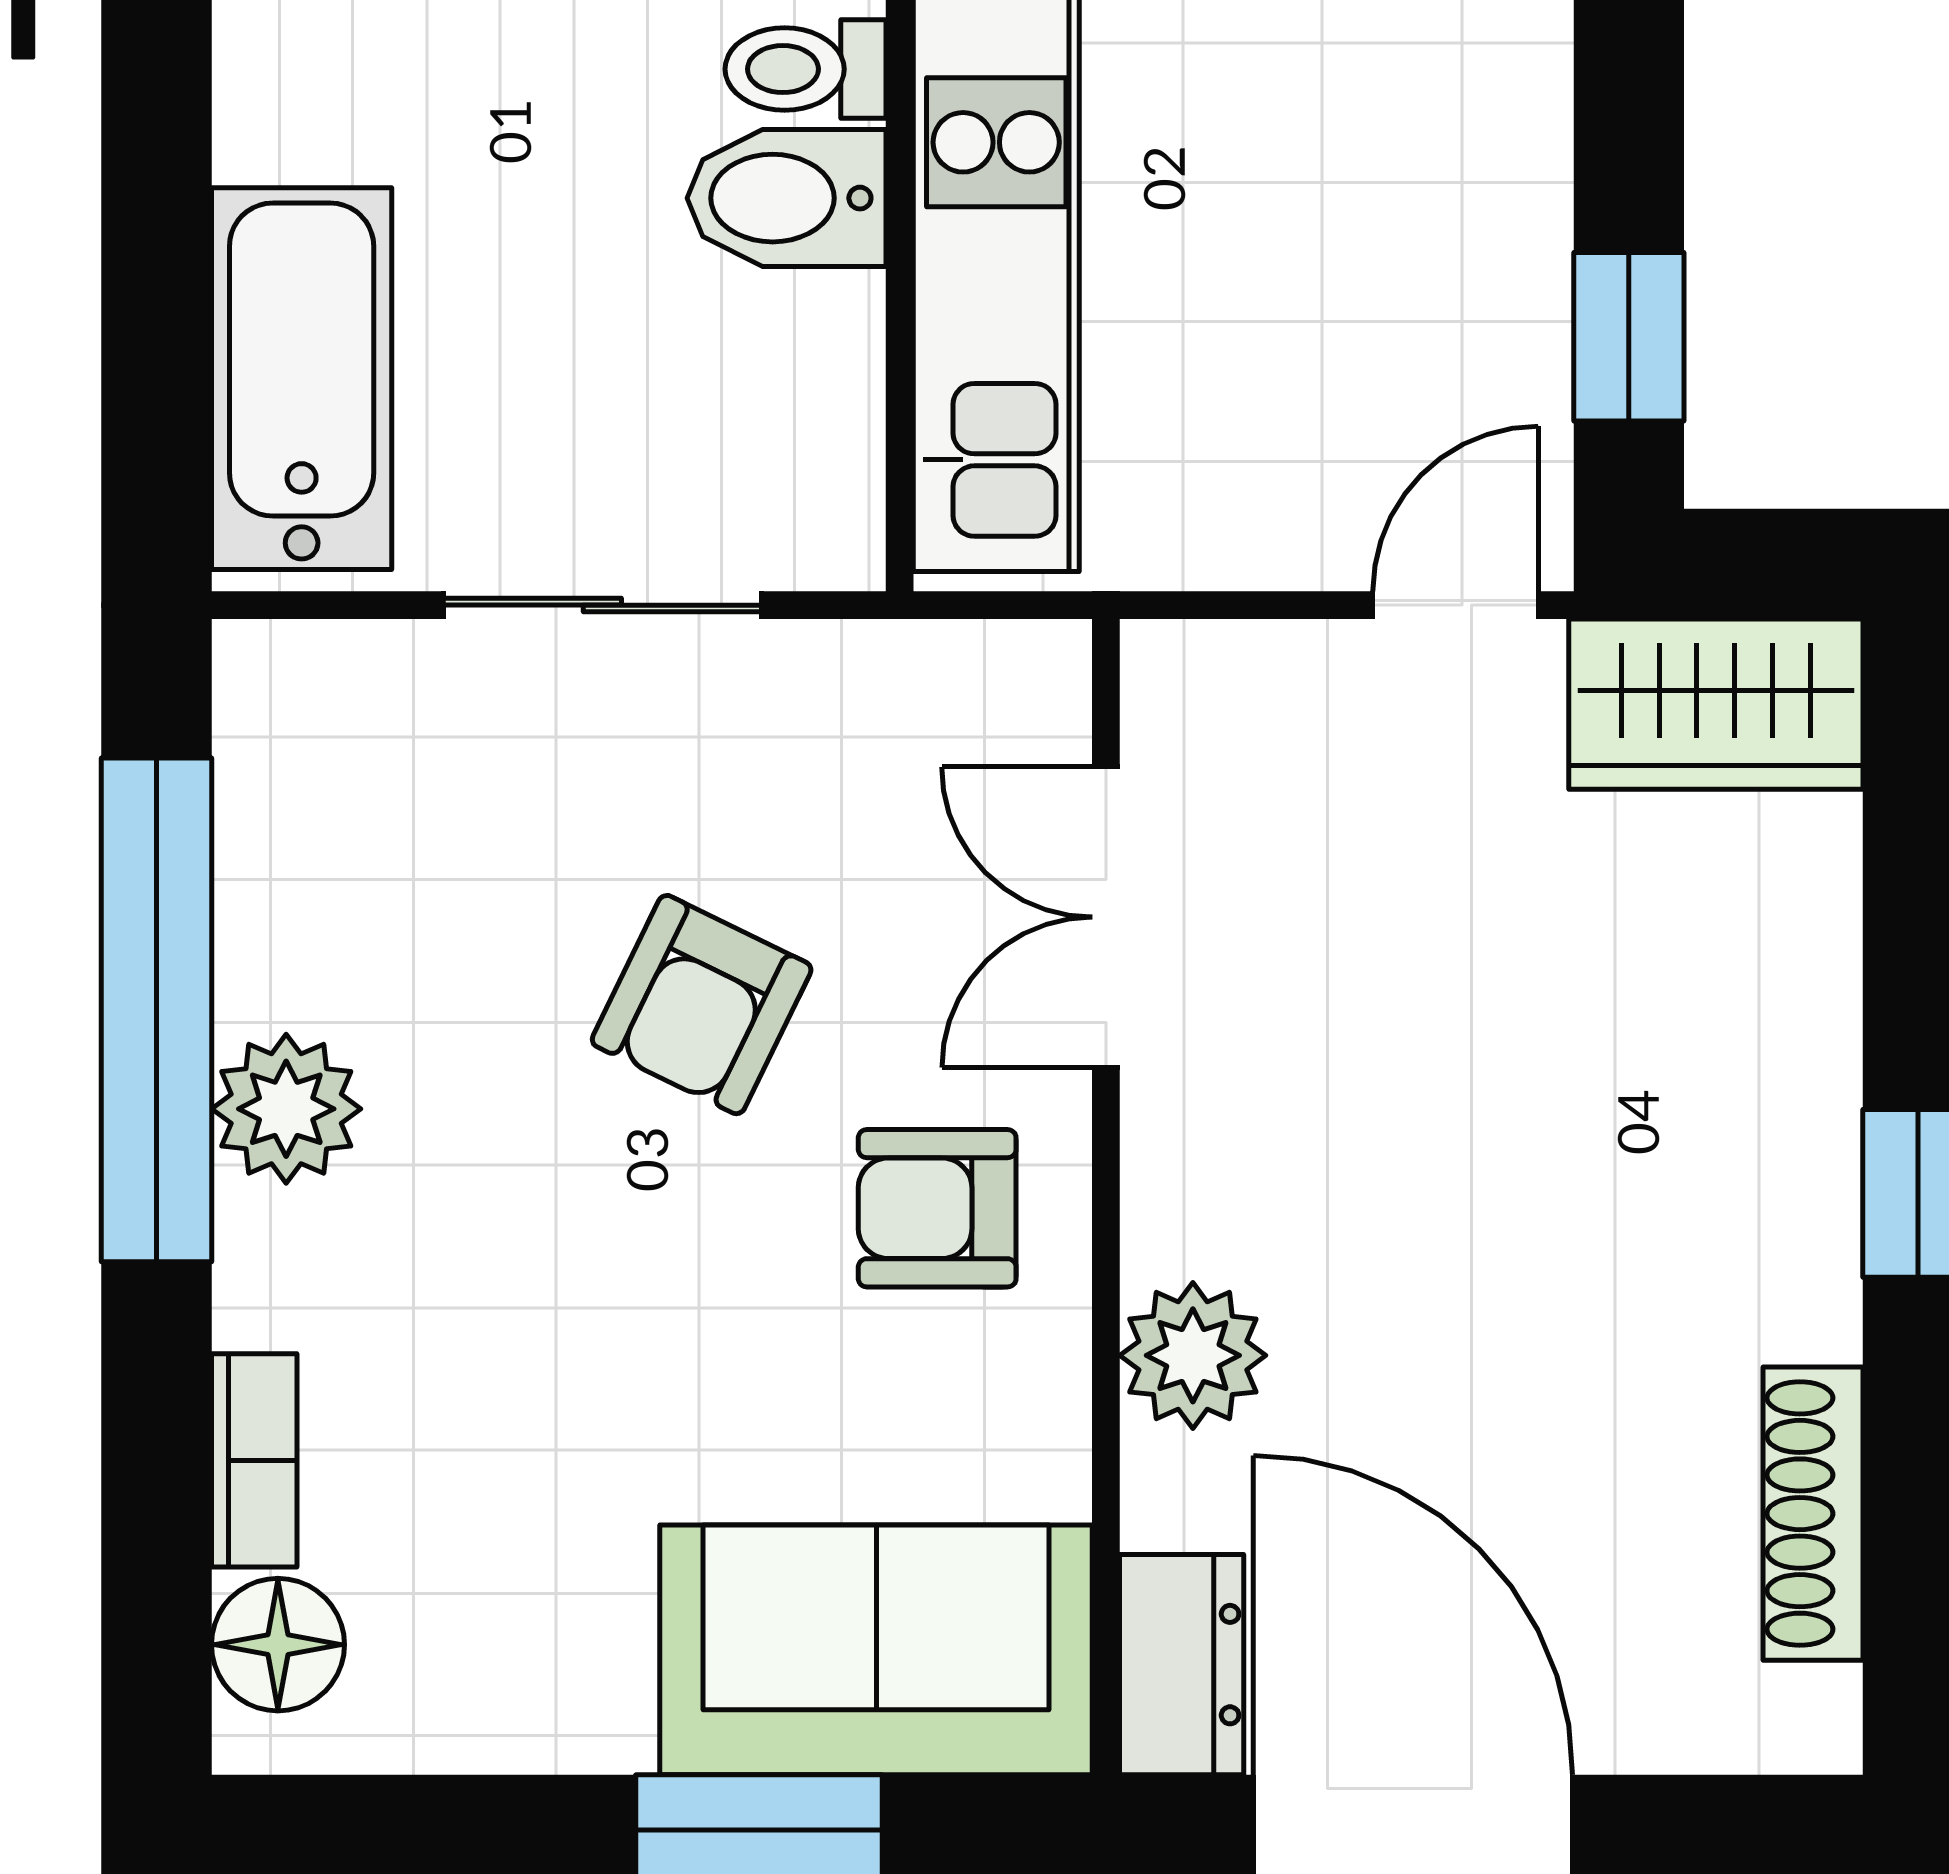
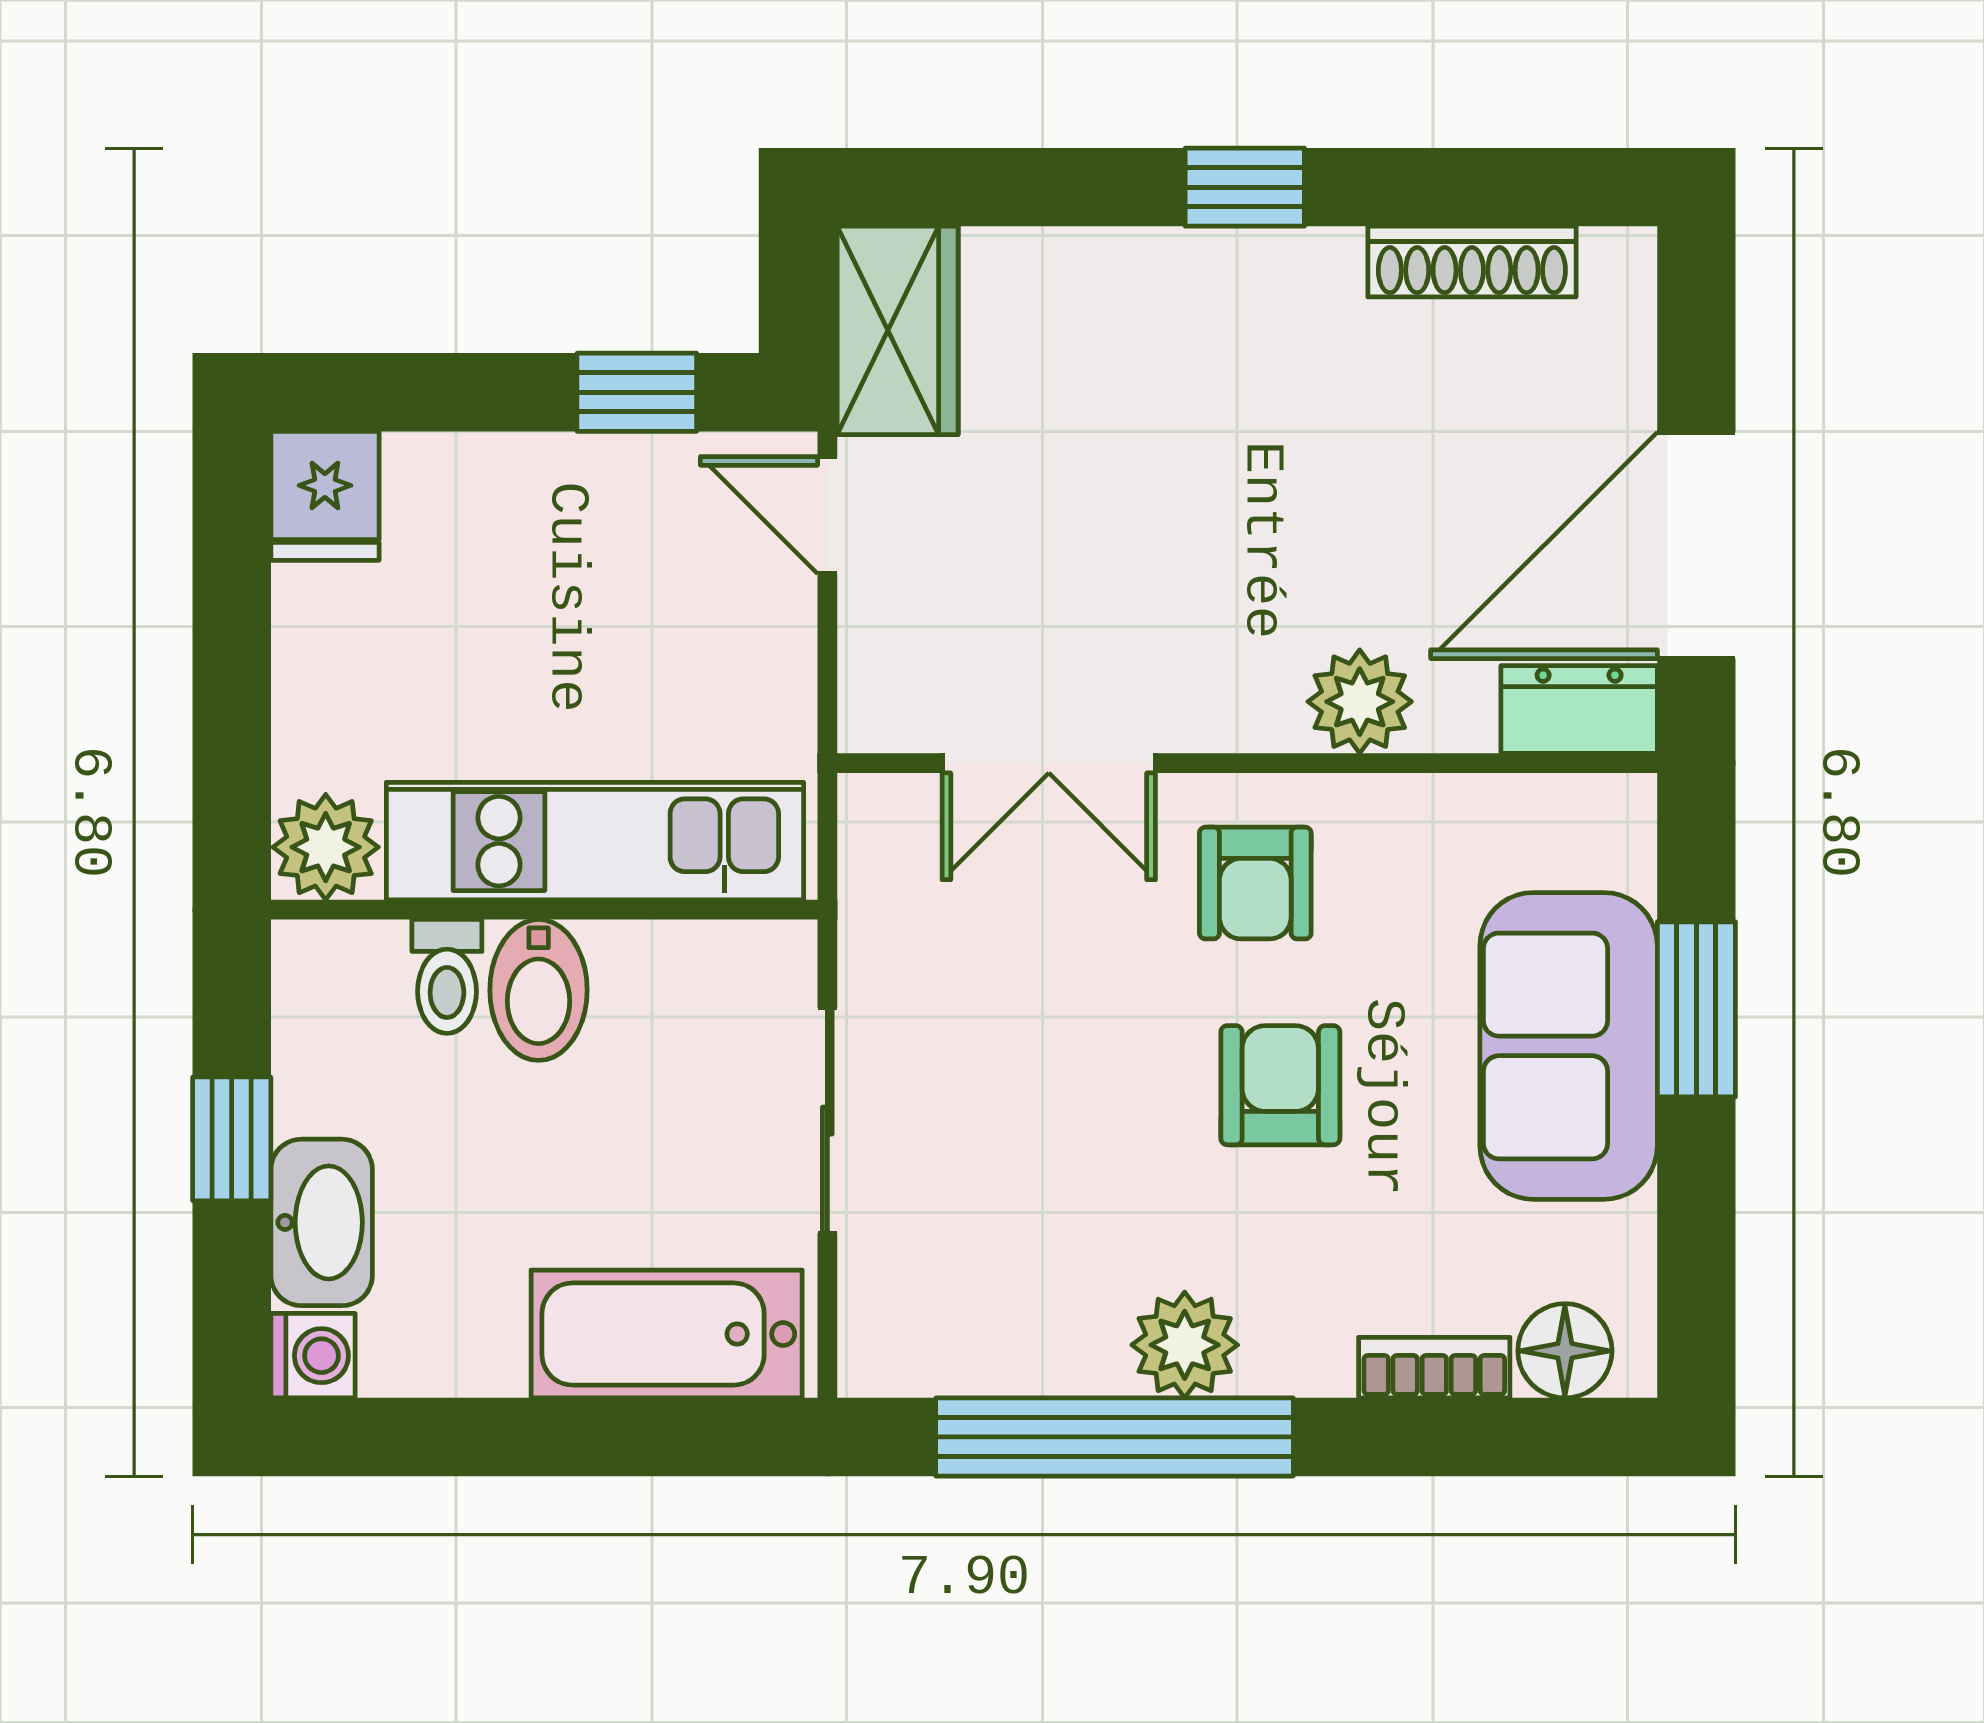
armchair: (702, 1005) -> (1280, 1085), moved, turned -116
sofa: (876, 1650) -> (1569, 1046), moved

